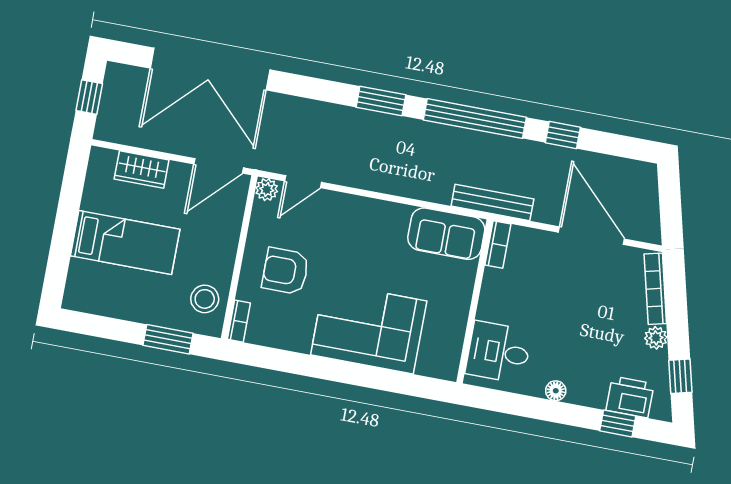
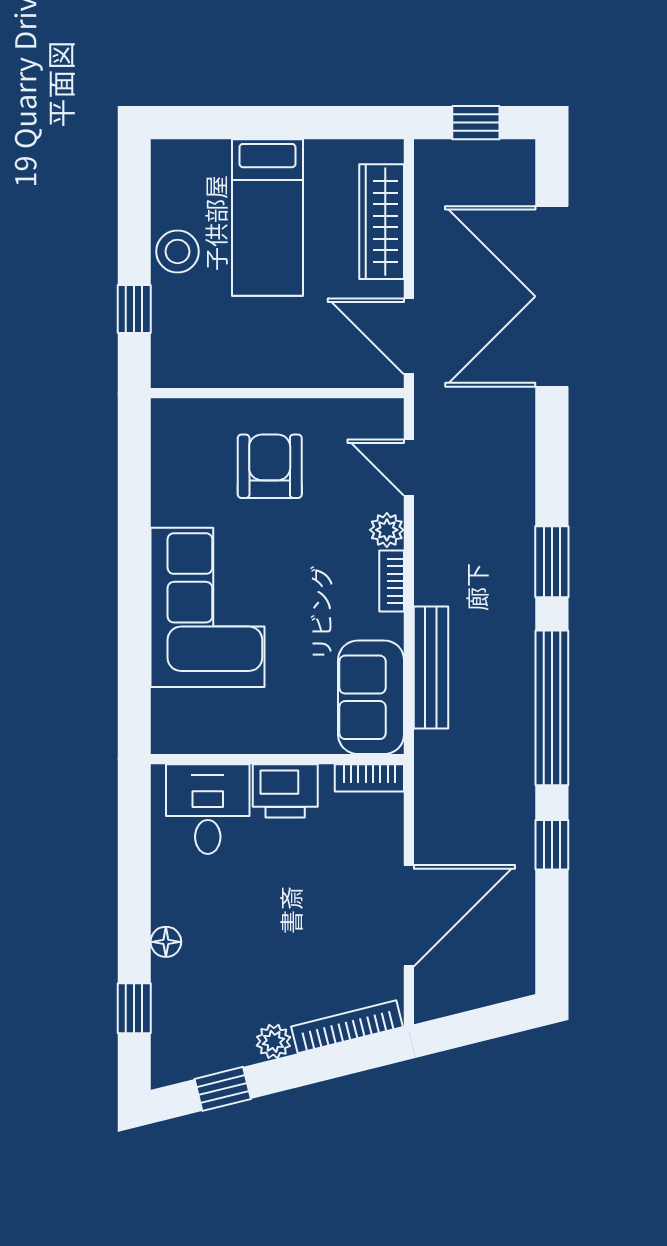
wardrobe: (142, 170) -> (382, 222), width x1.50
plant: (267, 190) -> (387, 530), moved
bench: (492, 202) -> (431, 668), moved
stool: (205, 299) -> (178, 251), moved
bookcase: (239, 321) -> (392, 581), moved, turned 90
window: (168, 339) -> (134, 309), width x0.67
floor lamp: (556, 391) -> (166, 942), moved
printer: (630, 397) -> (285, 791), moved, turned 90

